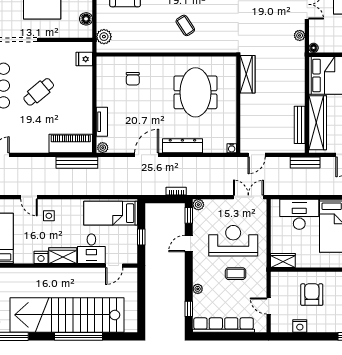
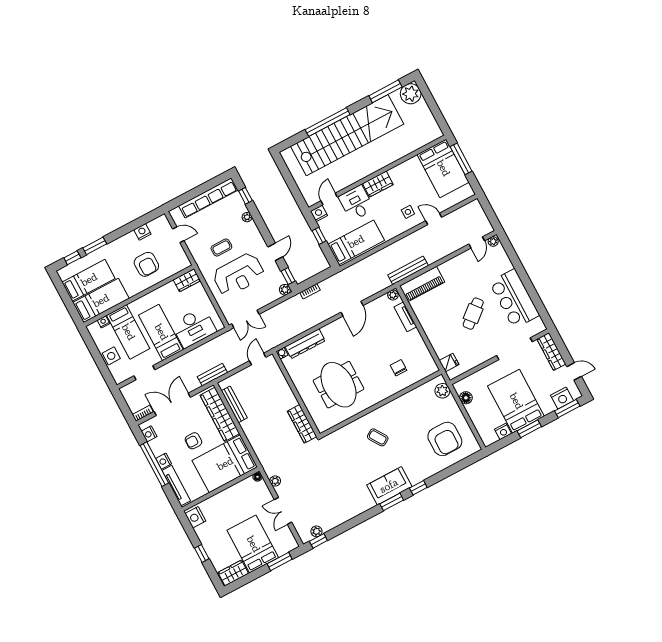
dresser: (182, 146) -> (305, 344), moved
nightstand: (41, 257) -> (319, 213), moved

